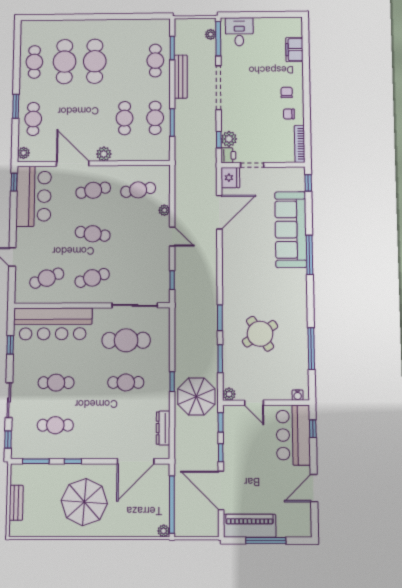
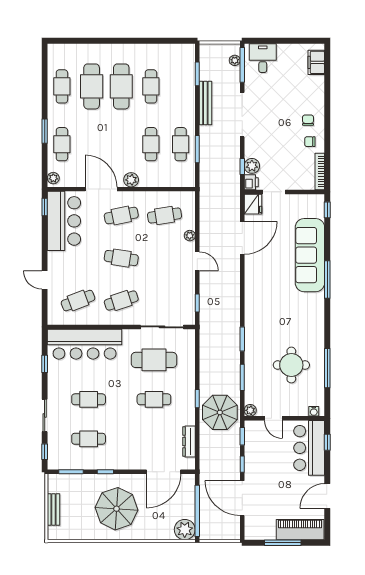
filing cabinet: (294, 50) -> (316, 62), moved
cafe table: (155, 61) -> (151, 86), moved
round table: (260, 334) -> (291, 365), moved, turned 33
piano: (250, 526) -> (300, 530), moved
plant: (164, 531) -> (185, 530), width x1.88, depth x1.88

